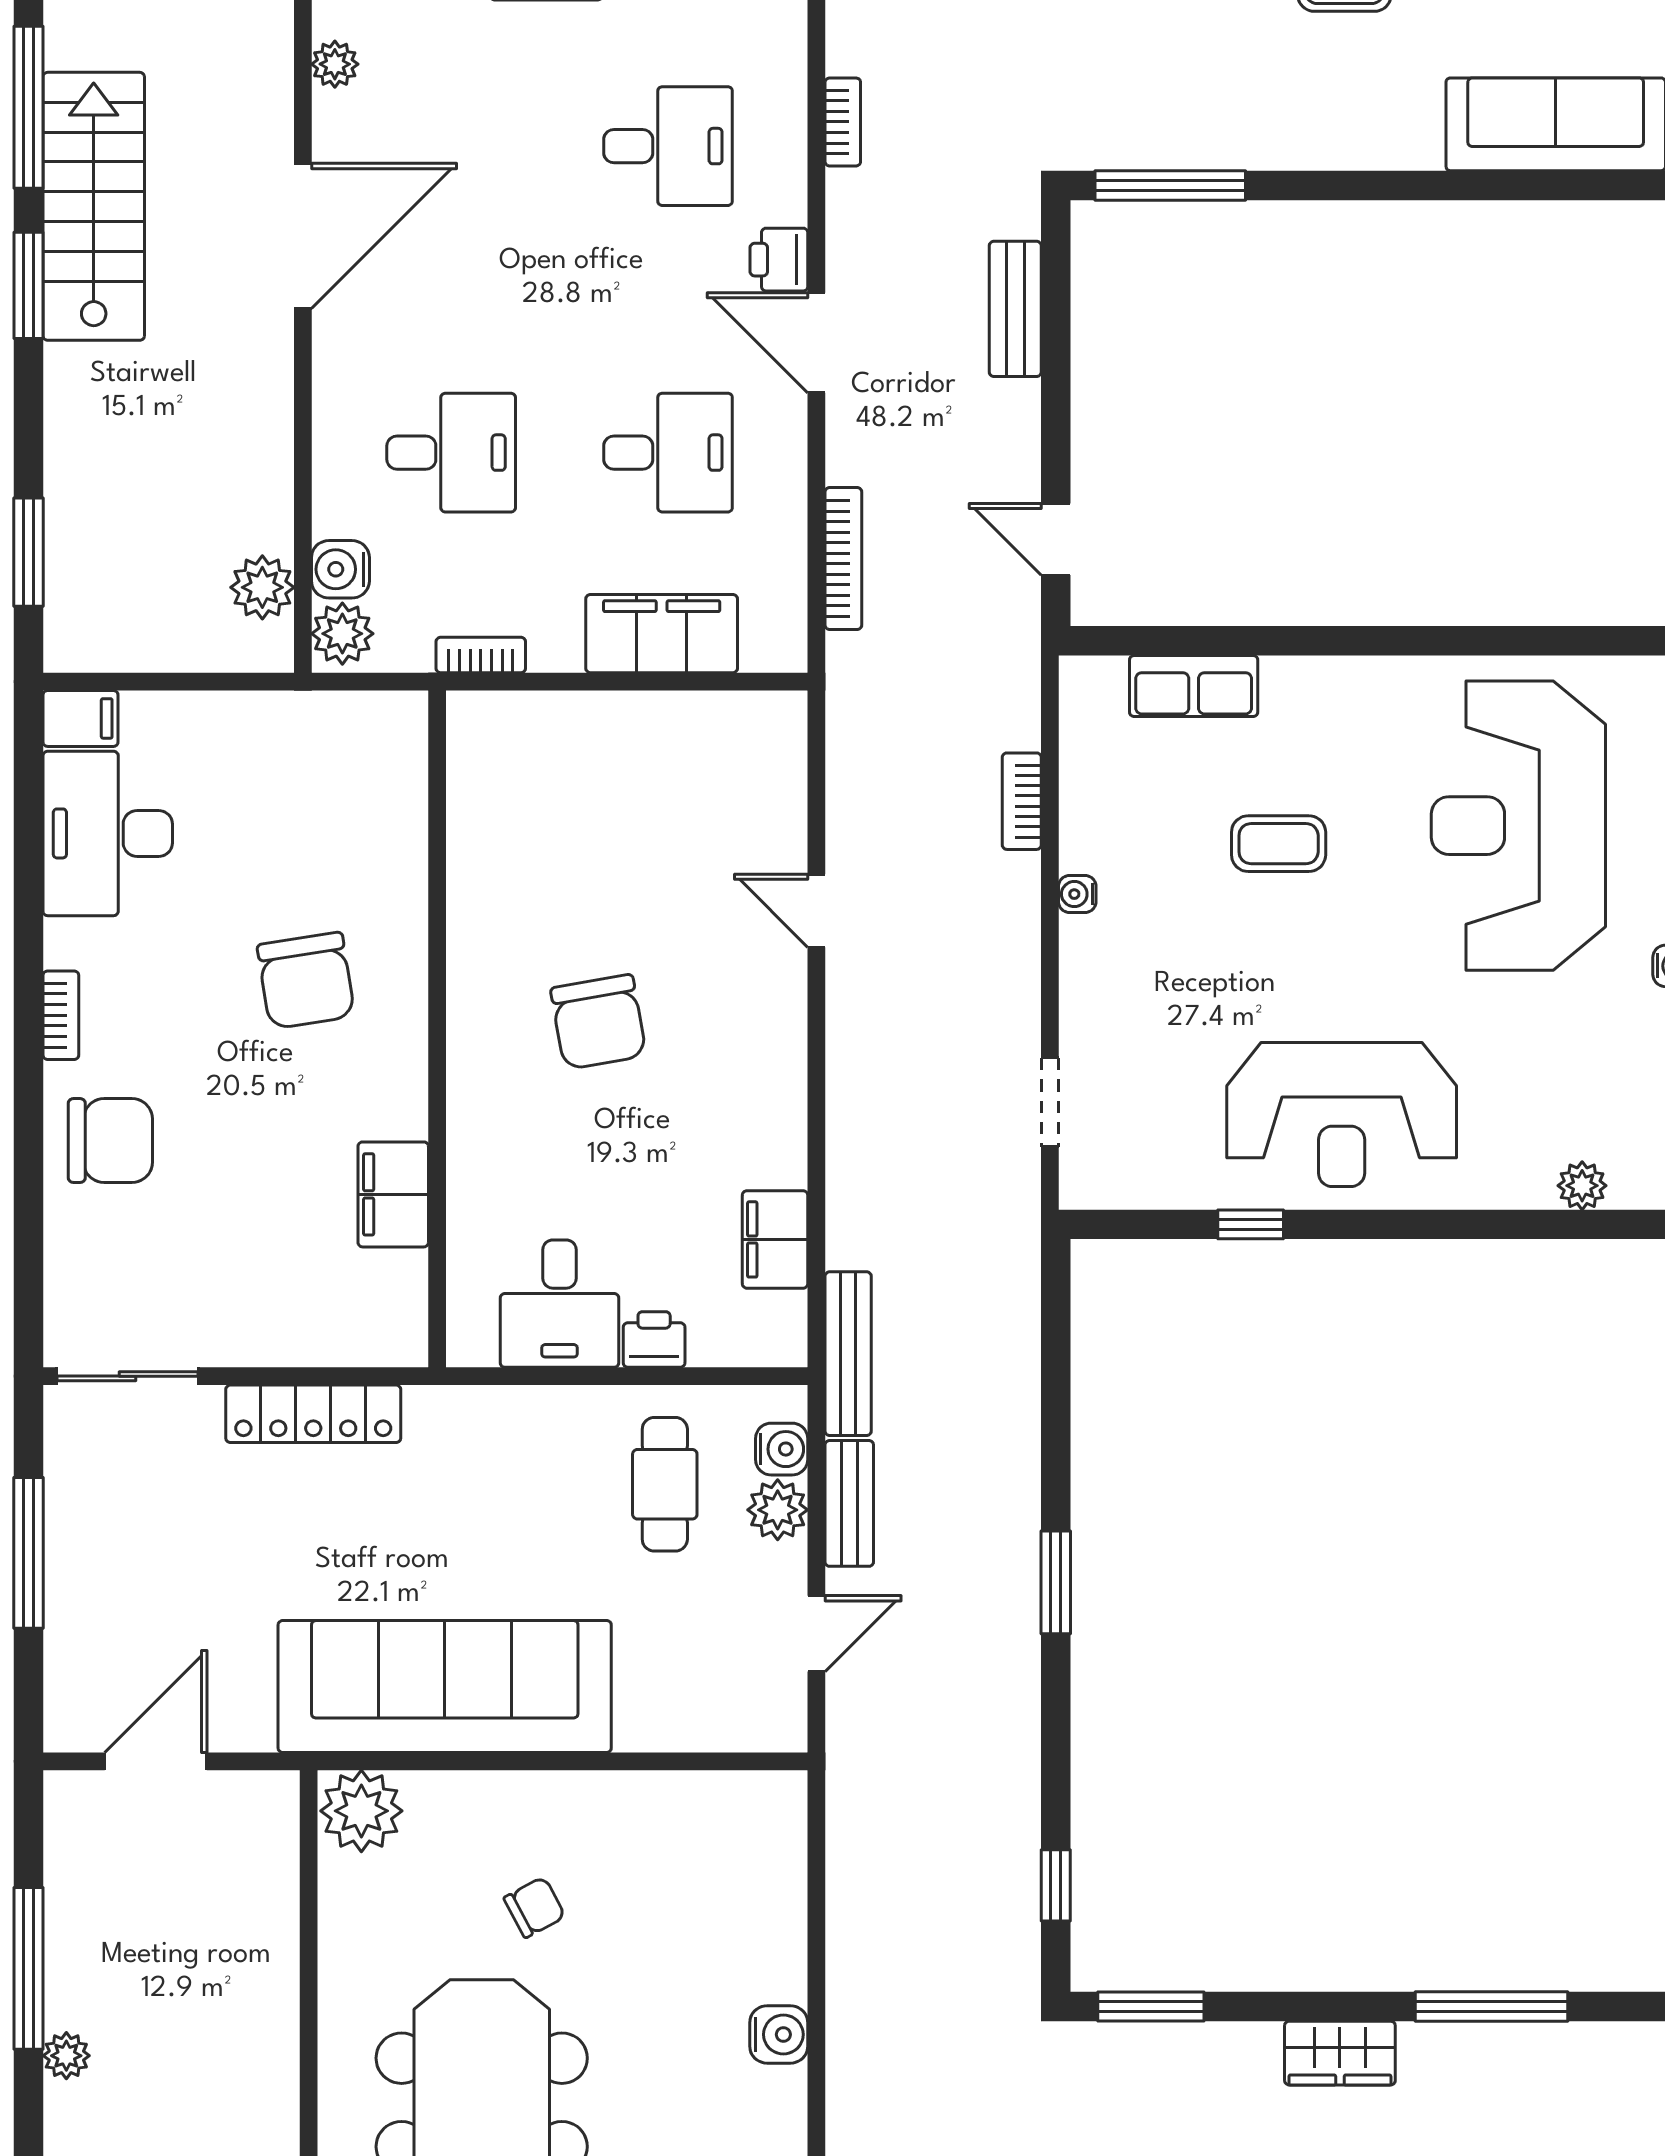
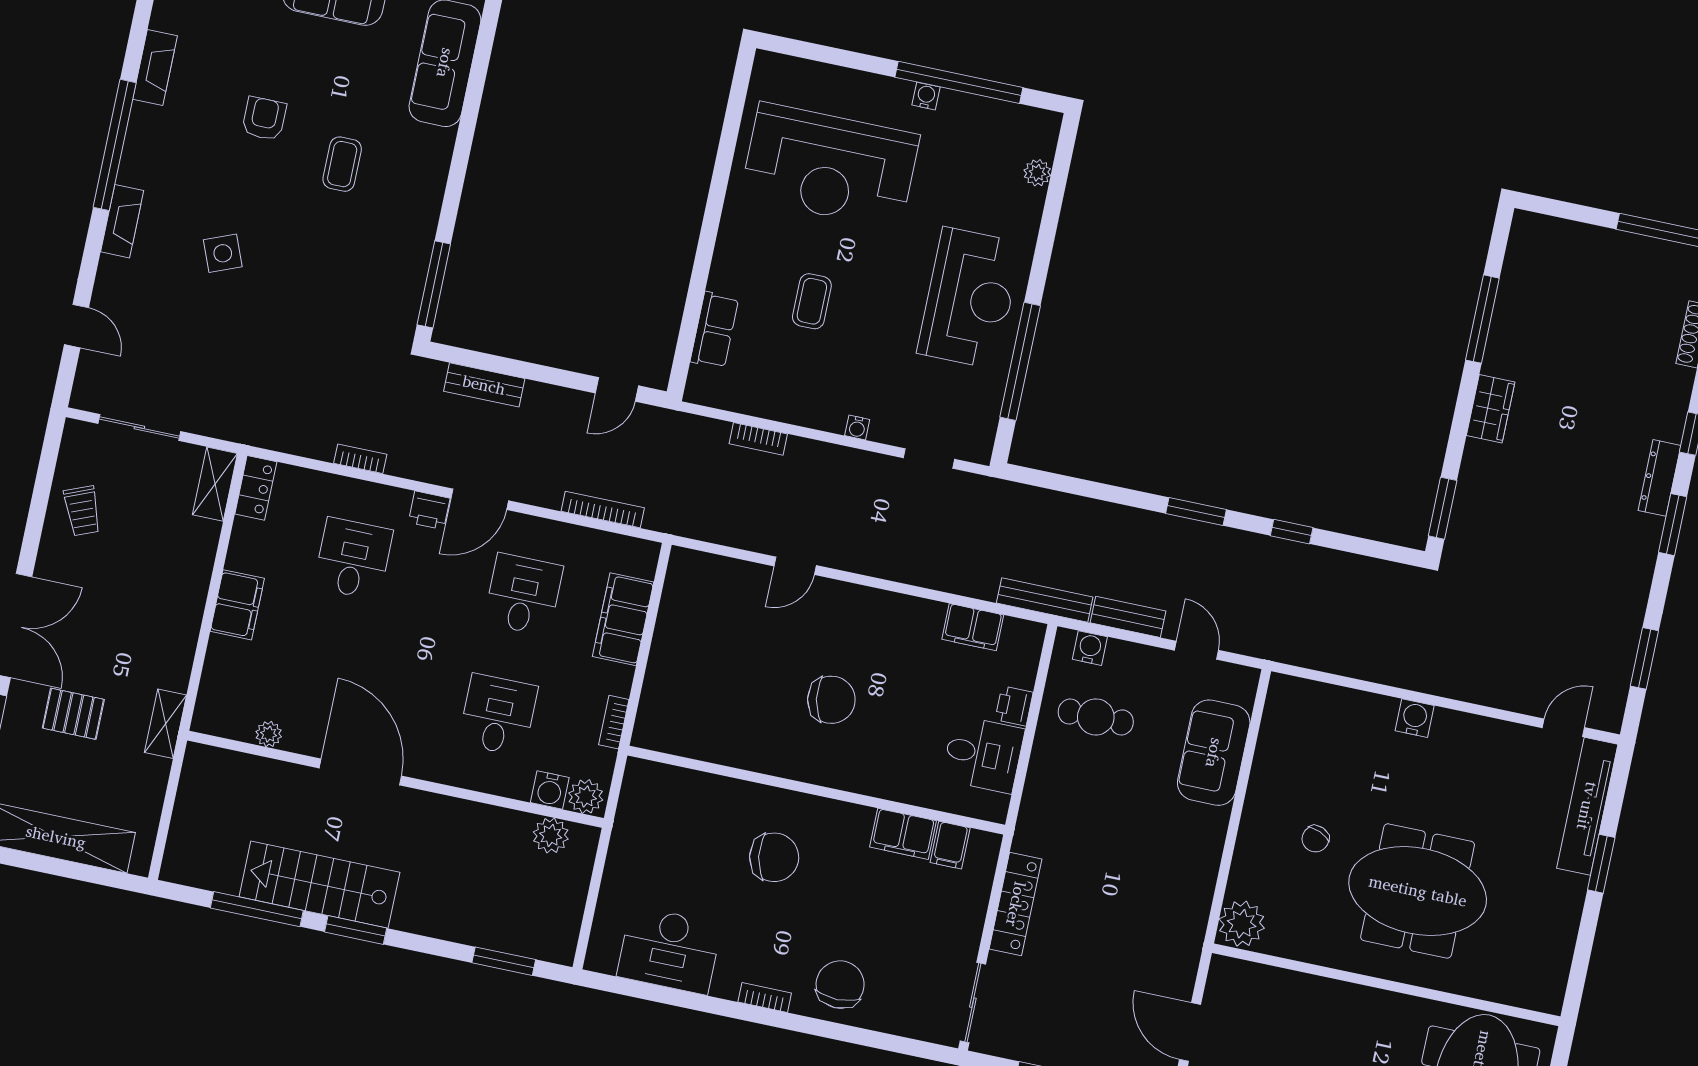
filing cabinet: (81, 718) -> (950, 845), moved, turned 180
water cooler: (1077, 894) -> (857, 428), moved
window: (1251, 1224) -> (1020, 361), width x3.17
plant: (778, 1510) -> (1123, 657), removed
sofa: (445, 1686) -> (1214, 753), moved, width x0.54, depth x0.79
window: (1056, 1885) -> (1292, 532), moved
chair: (535, 1907) -> (1315, 839), turned -129

